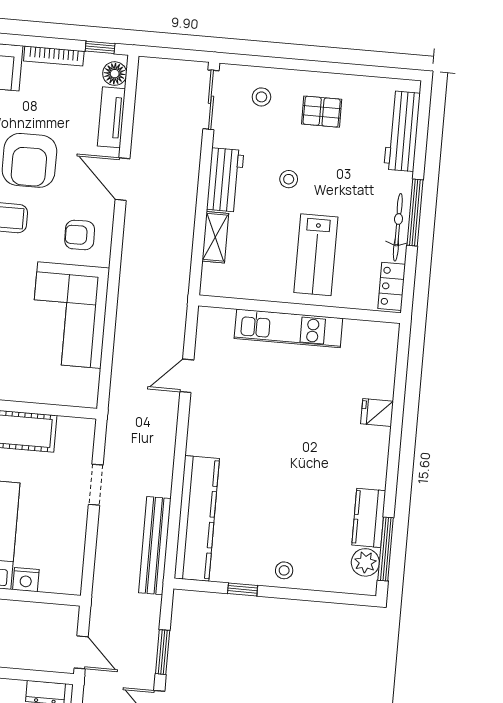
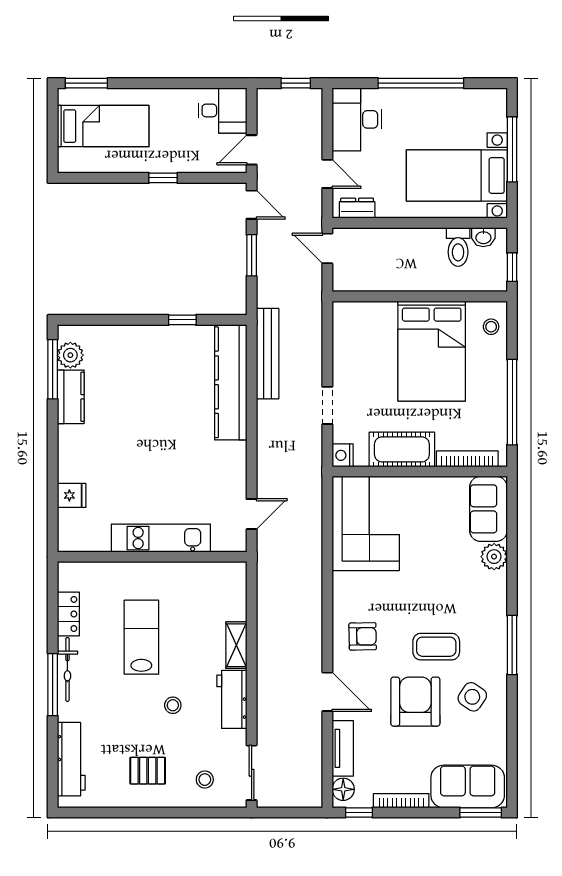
wall: (300, 309) -> (152, 557), moved
corner sofa: (69, 315) -> (366, 523), moved
kitchen unit: (288, 328) -> (161, 538), moved
stool: (284, 570) -> (145, 341), removed
nightstand: (26, 580) -> (343, 455), moved, turned -90

